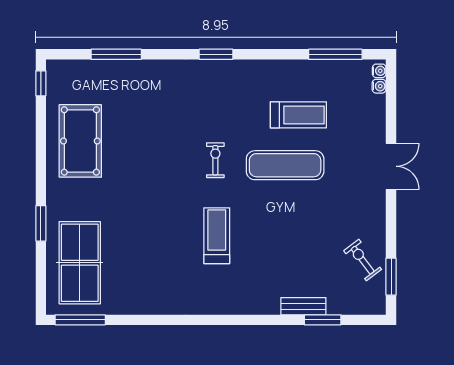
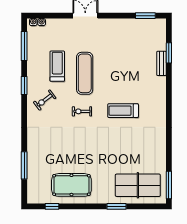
window: (216, 54) -> (24, 86), moved
window: (41, 83) -> (52, 206), moved
exercise bike: (363, 260) -> (45, 100), moved

